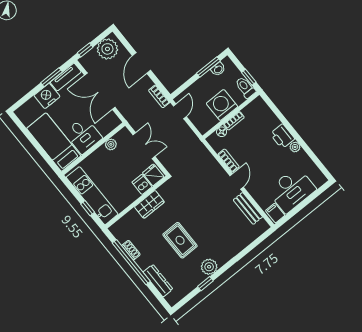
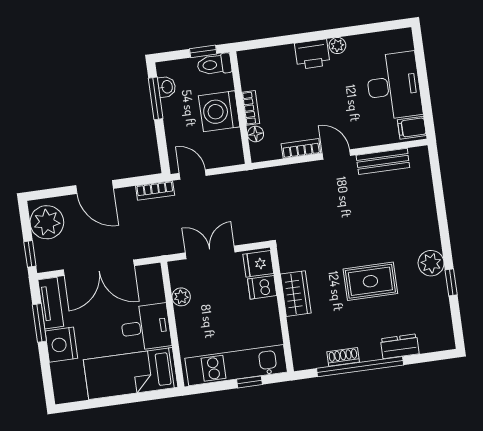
dresser: (158, 281) -> (400, 346), width x0.70

